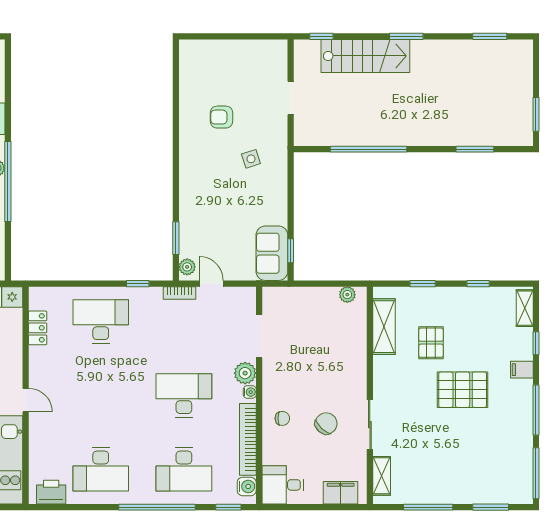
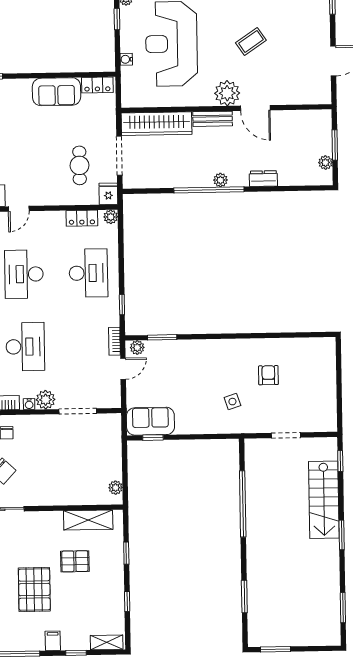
plant: (37, 295) -> (111, 217), added
desk: (101, 395) -> (24, 274), added

